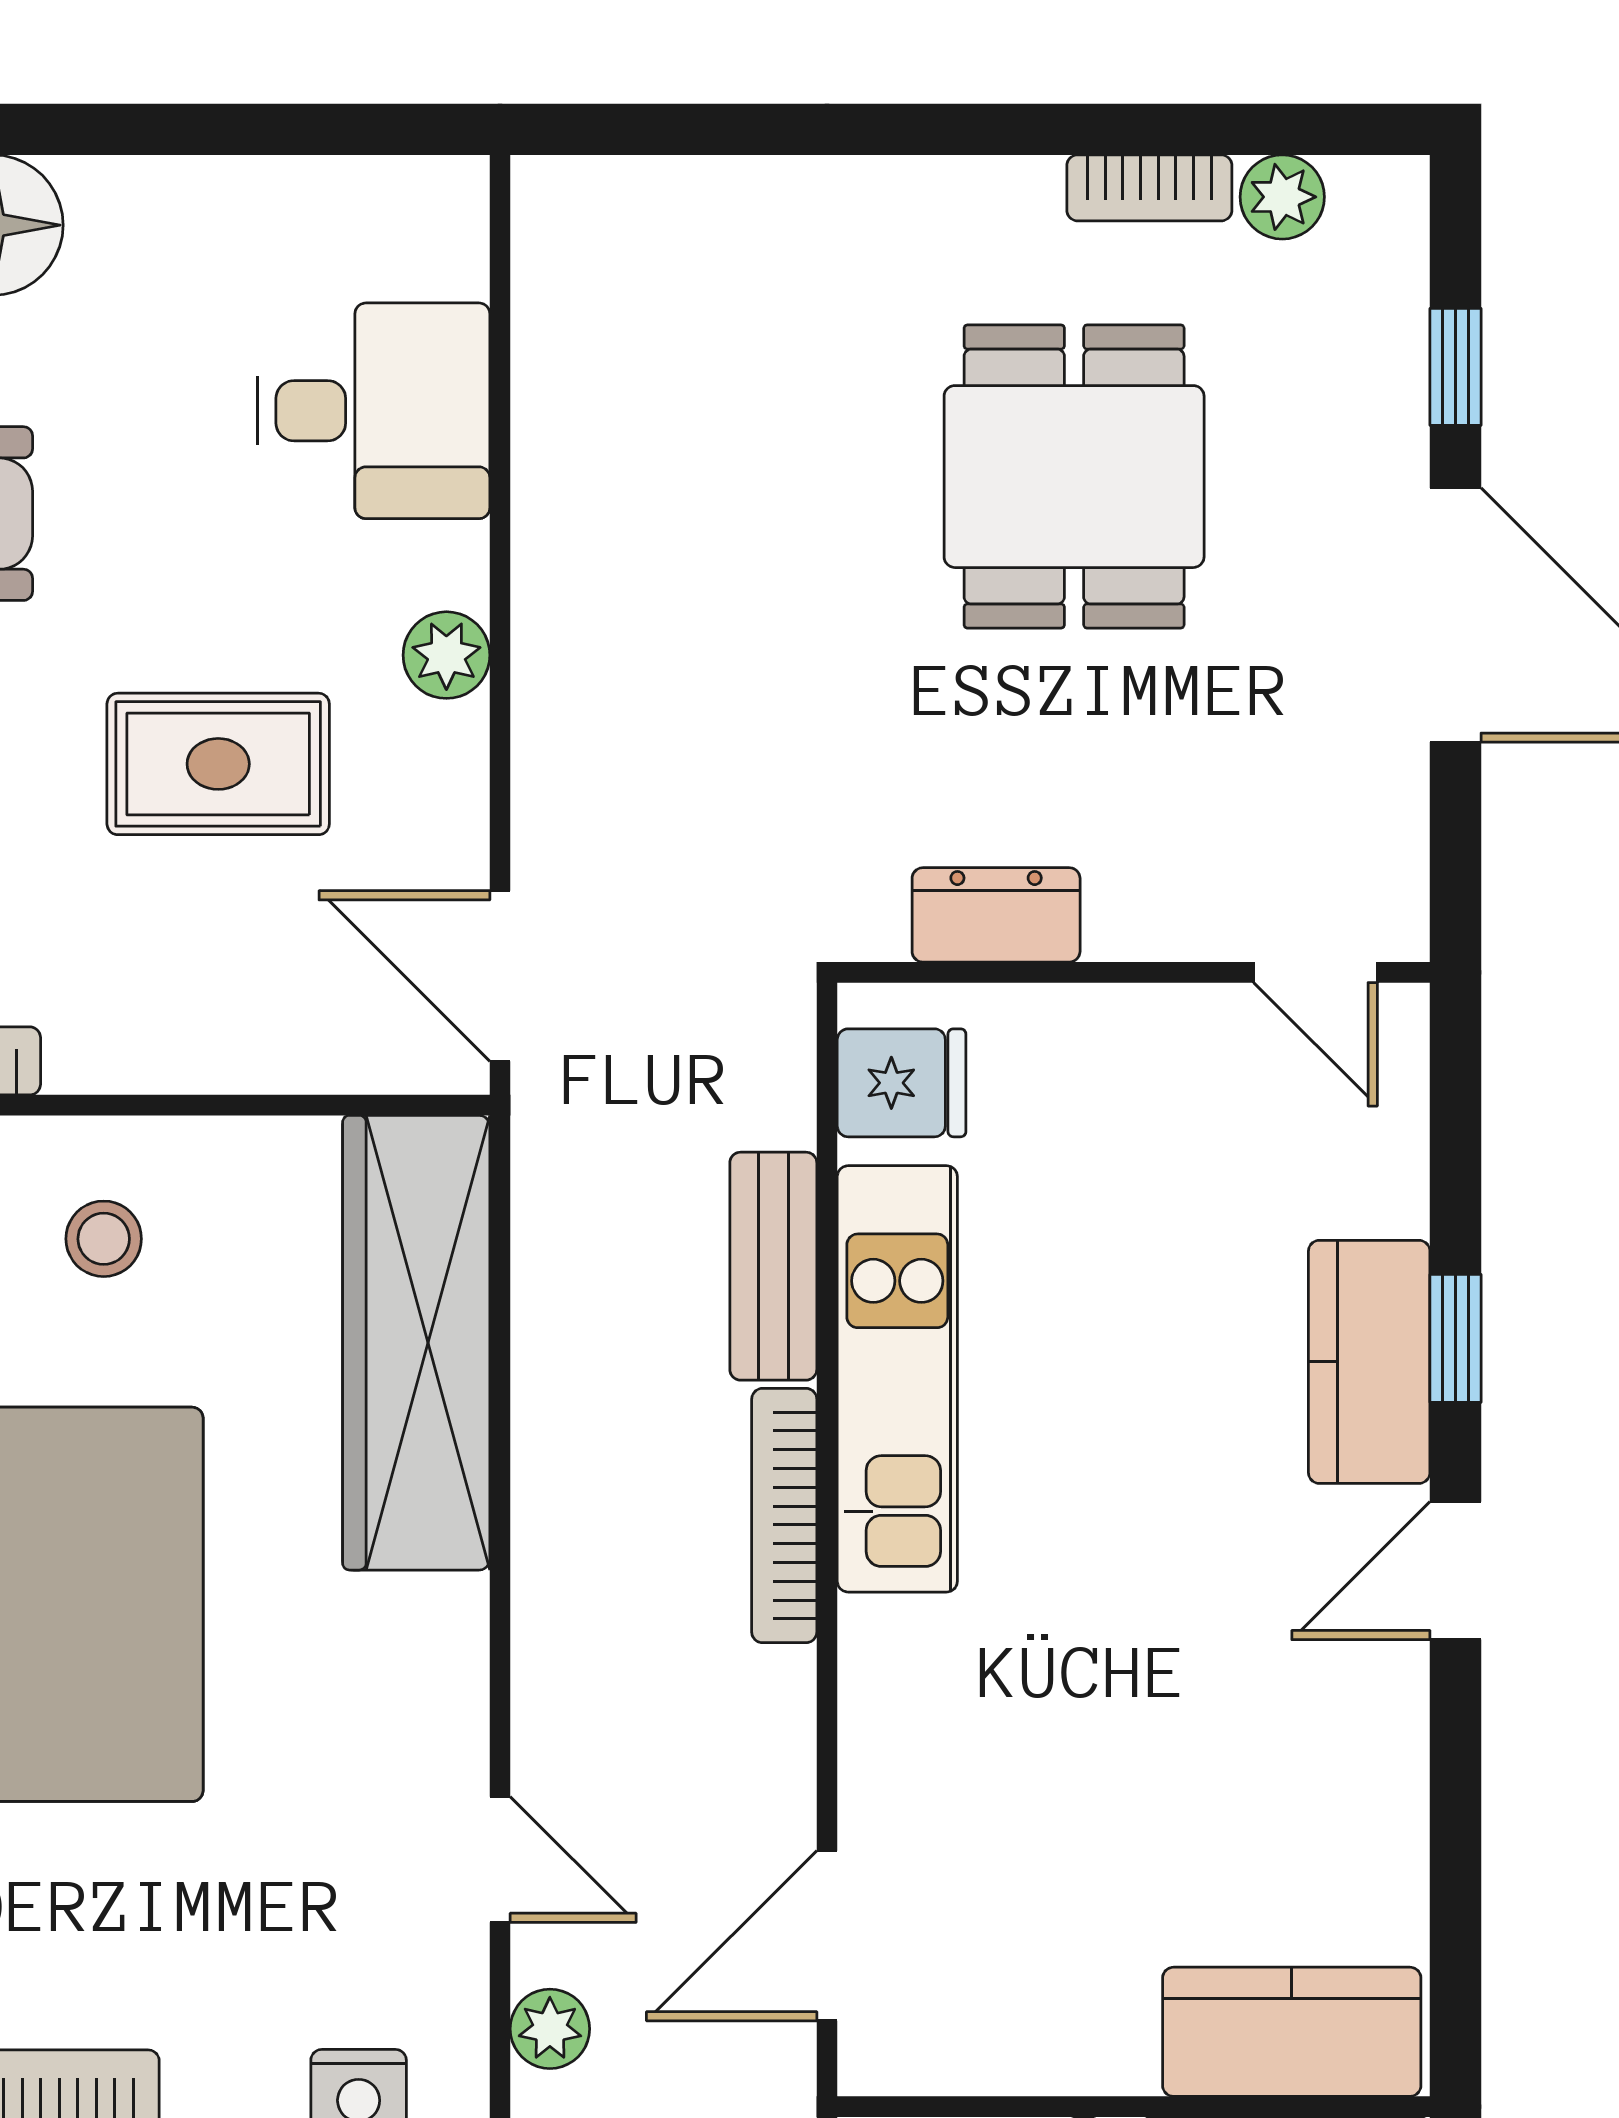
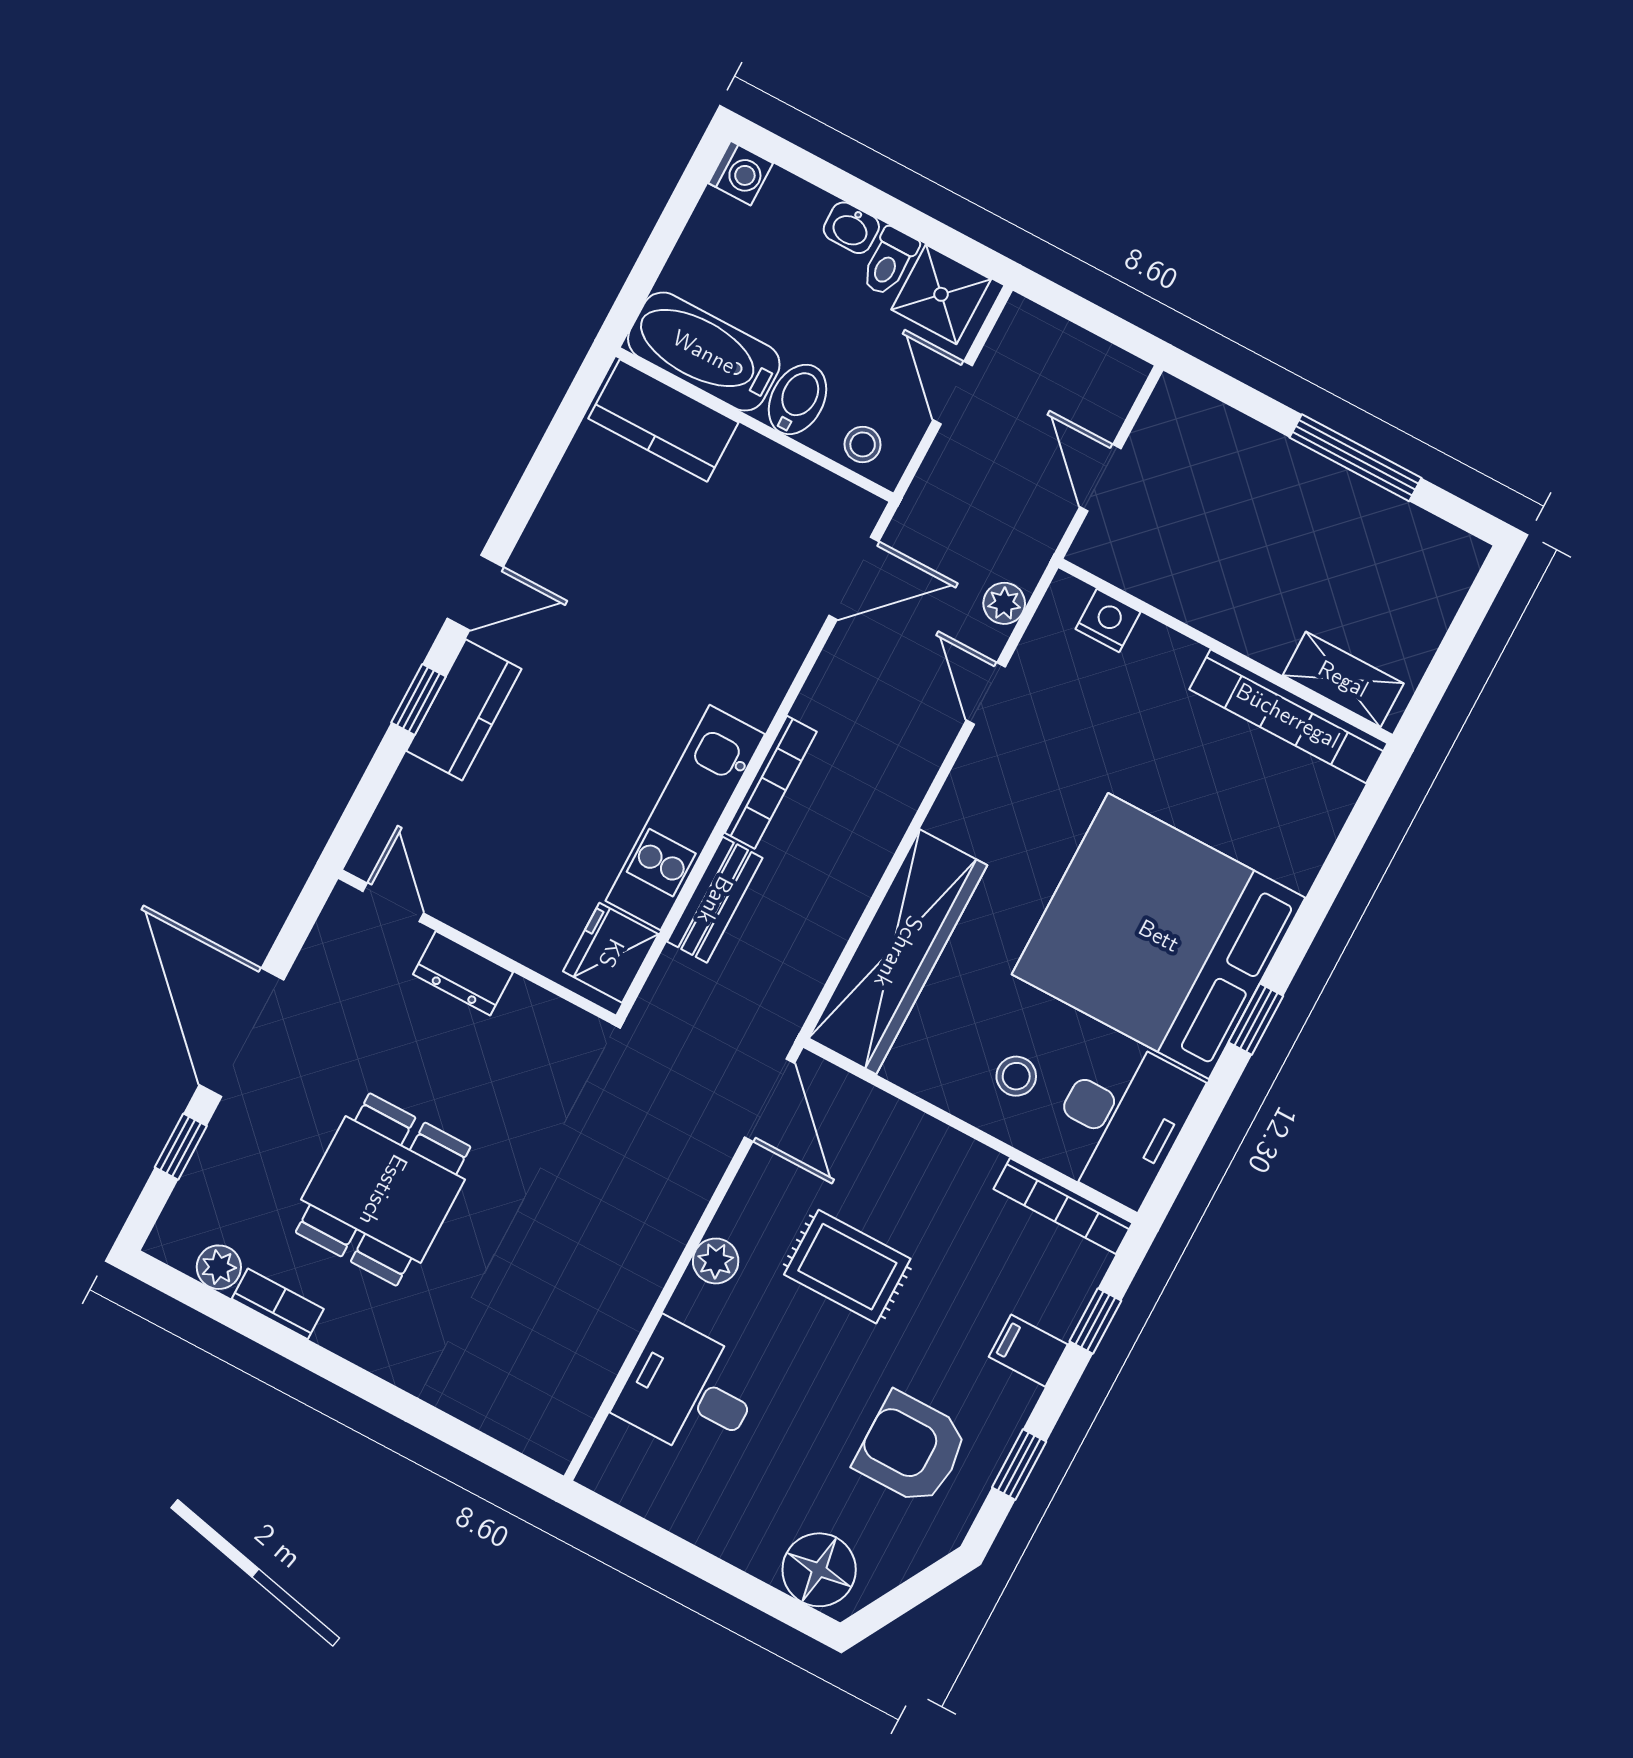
dresser: (996, 915) -> (463, 973), moved
fridge: (902, 1083) -> (611, 953), width x1.38

